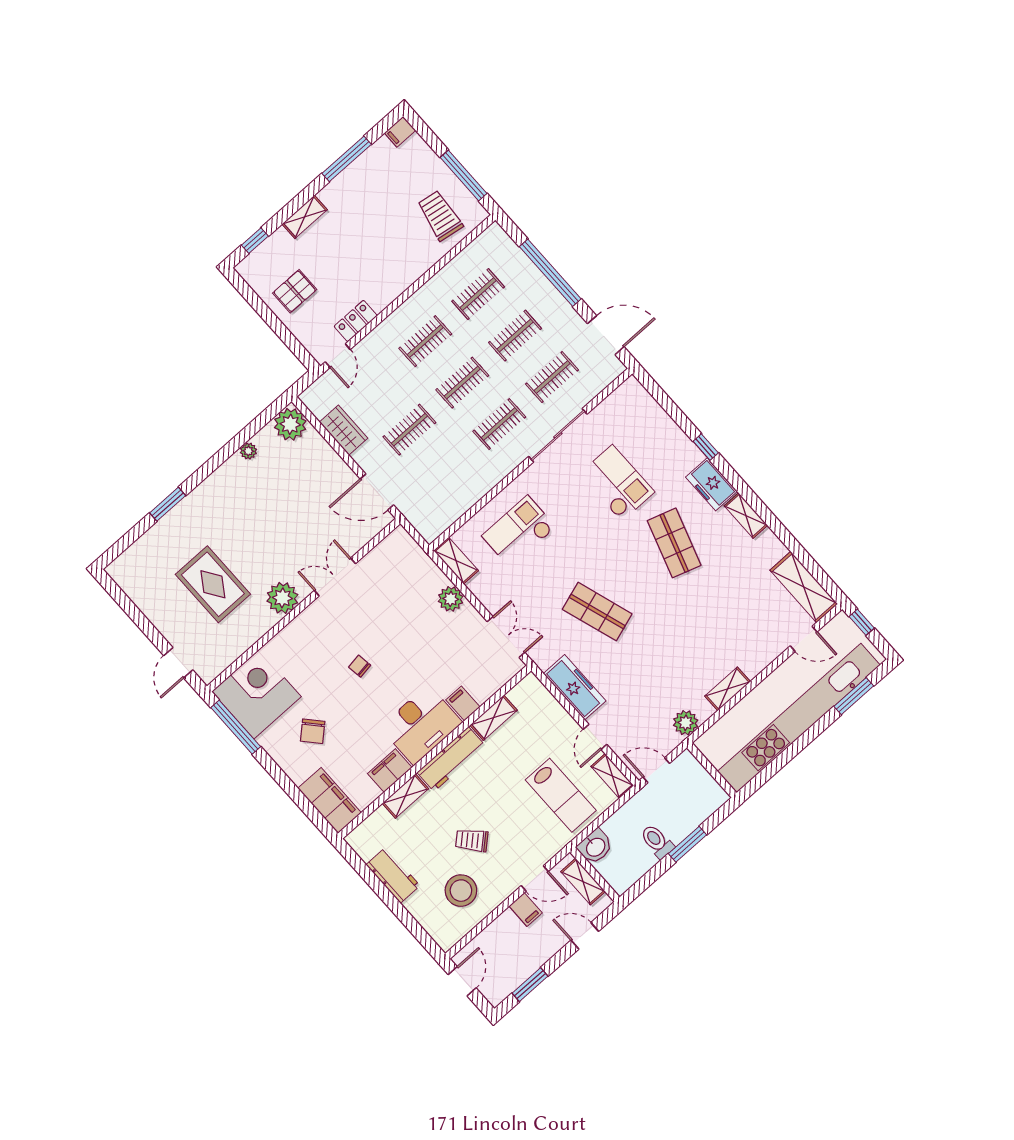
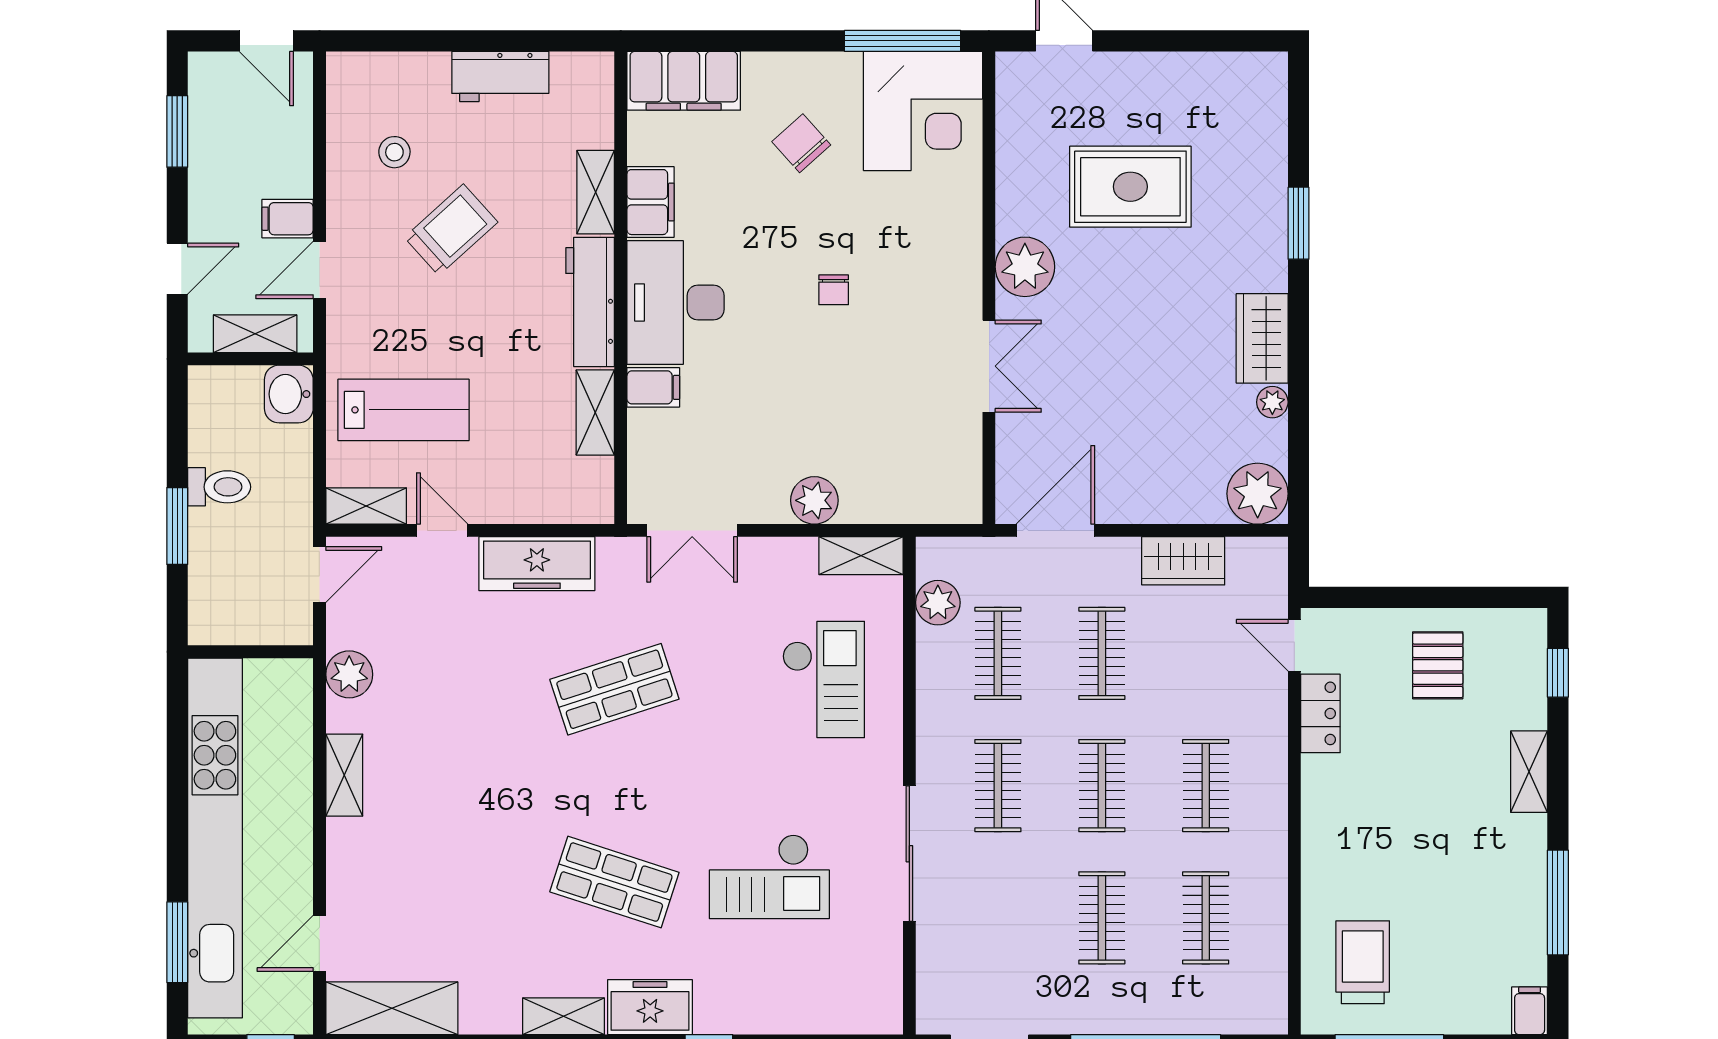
trolley: (440, 216) -> (1363, 962), turned -99
clothes rail: (552, 377) -> (998, 653), moved
wardrobe: (227, 478) -> (1262, 338), added
plant: (448, 513) -> (938, 603), added
chair: (360, 666) -> (834, 290), turned 98
lab bench: (561, 795) -> (404, 410), turned 180
trolley: (472, 840) -> (451, 230), width x1.36, depth x1.39
stool: (461, 891) -> (394, 152), width x0.53, depth x0.53

